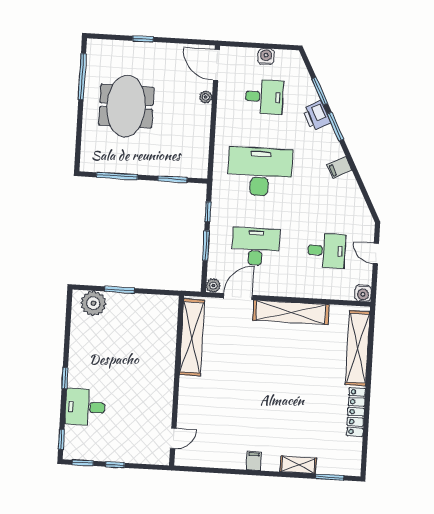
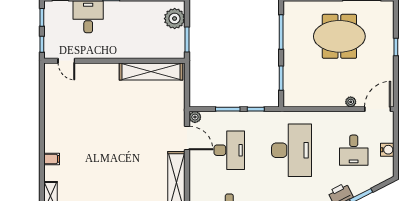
shelving: (192, 337) -> (151, 71), moved
wall: (177, 381) -> (114, 61), moved
door: (173, 438) -> (66, 61), moved

